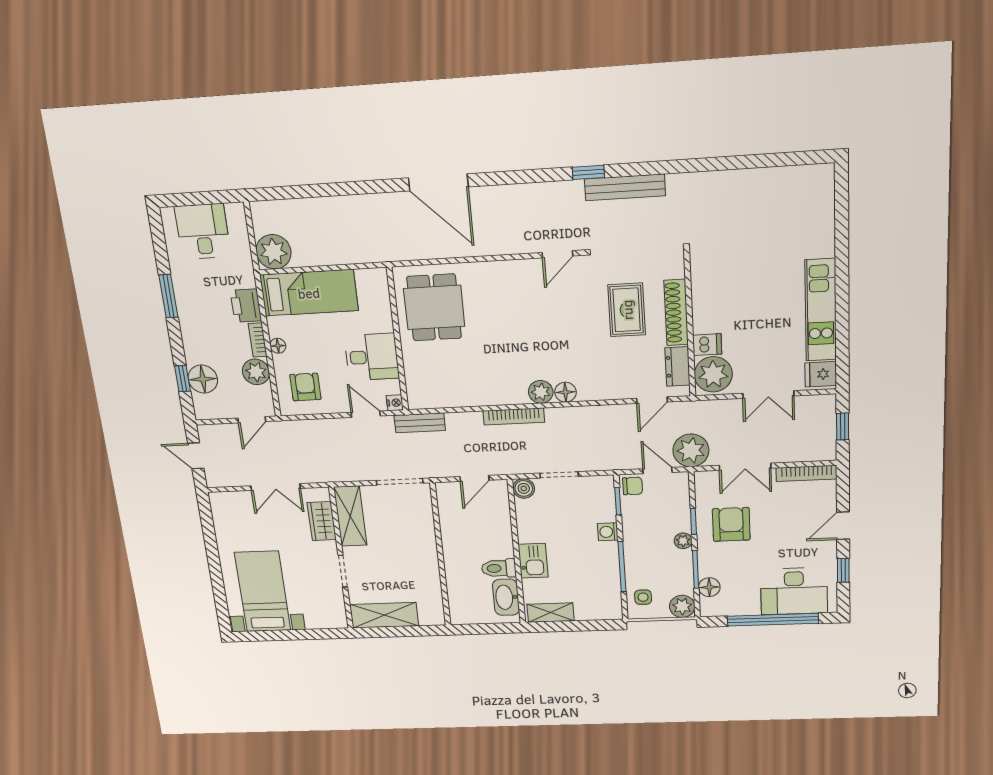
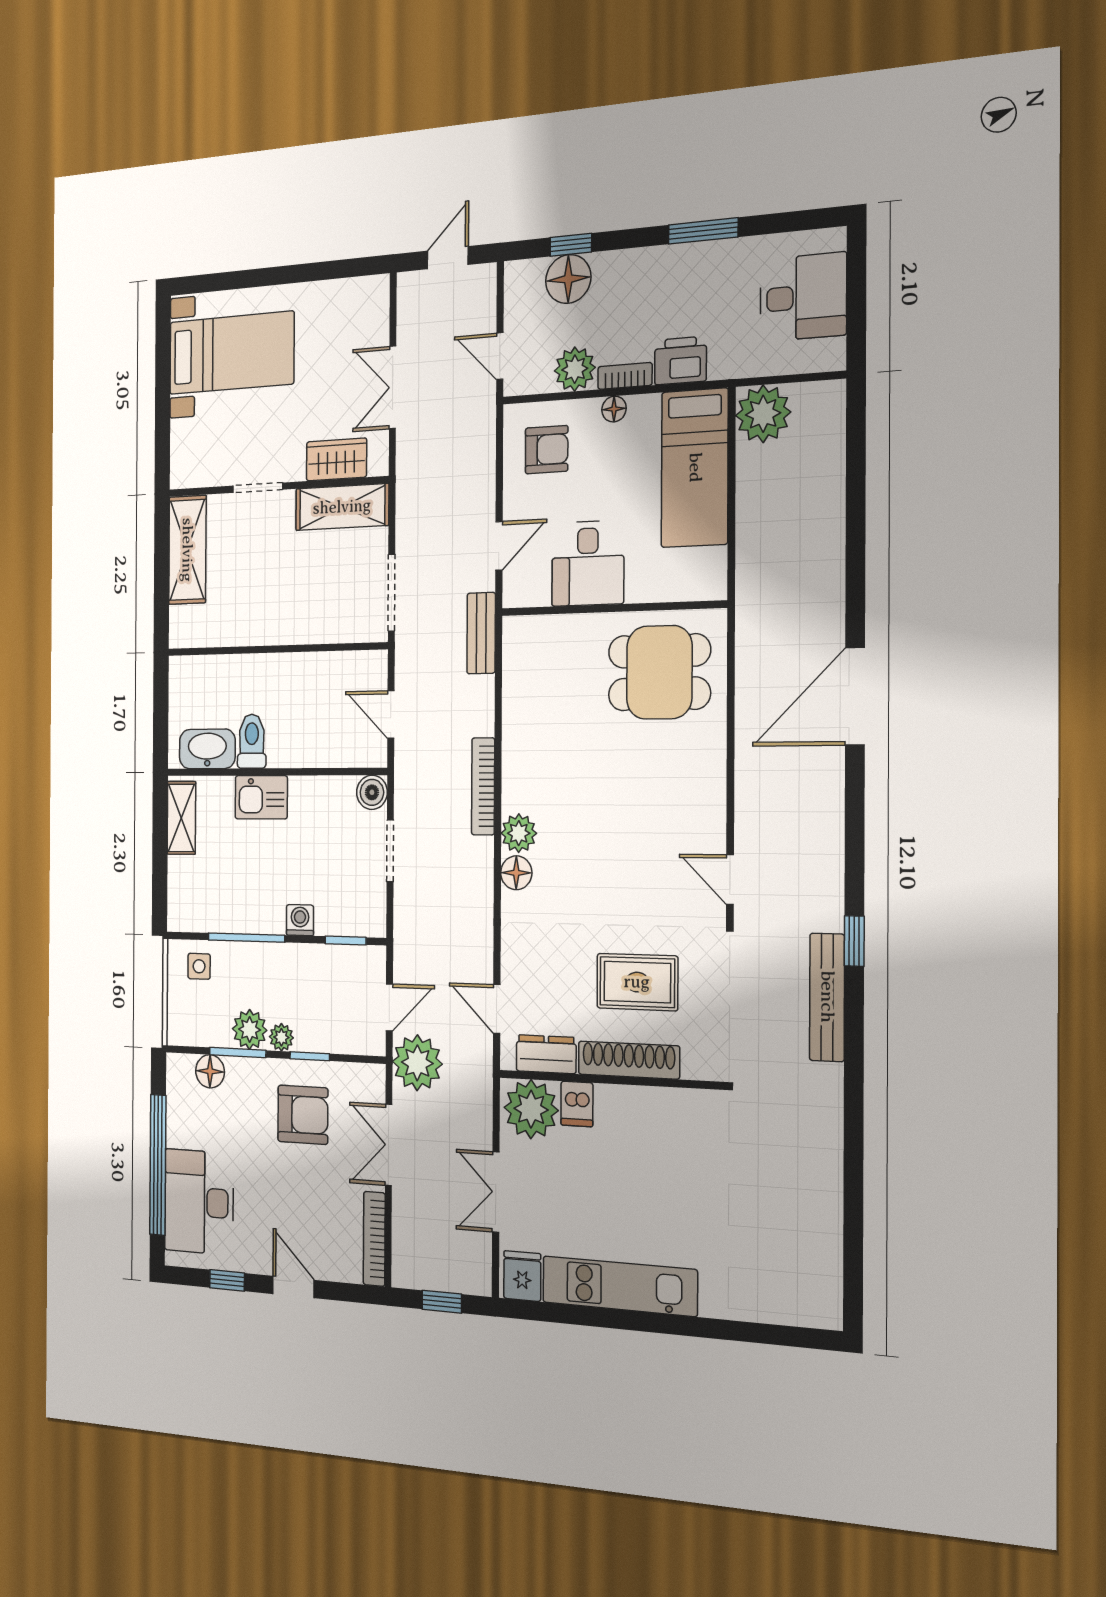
nightstand: (395, 403) -> (514, 595), removed
chair: (633, 486) -> (368, 966), removed
plant: (682, 606) -> (250, 1030), moved

